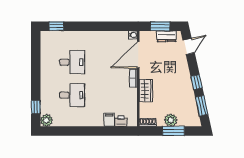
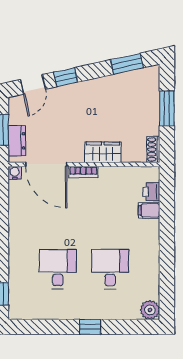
dresser: (167, 36) -> (17, 141), moved
door: (189, 46) -> (33, 84), swing flipped
window: (197, 82) -> (66, 77), moved
window: (36, 107) -> (90, 327), moved
plant: (171, 120) -> (150, 113), removed

